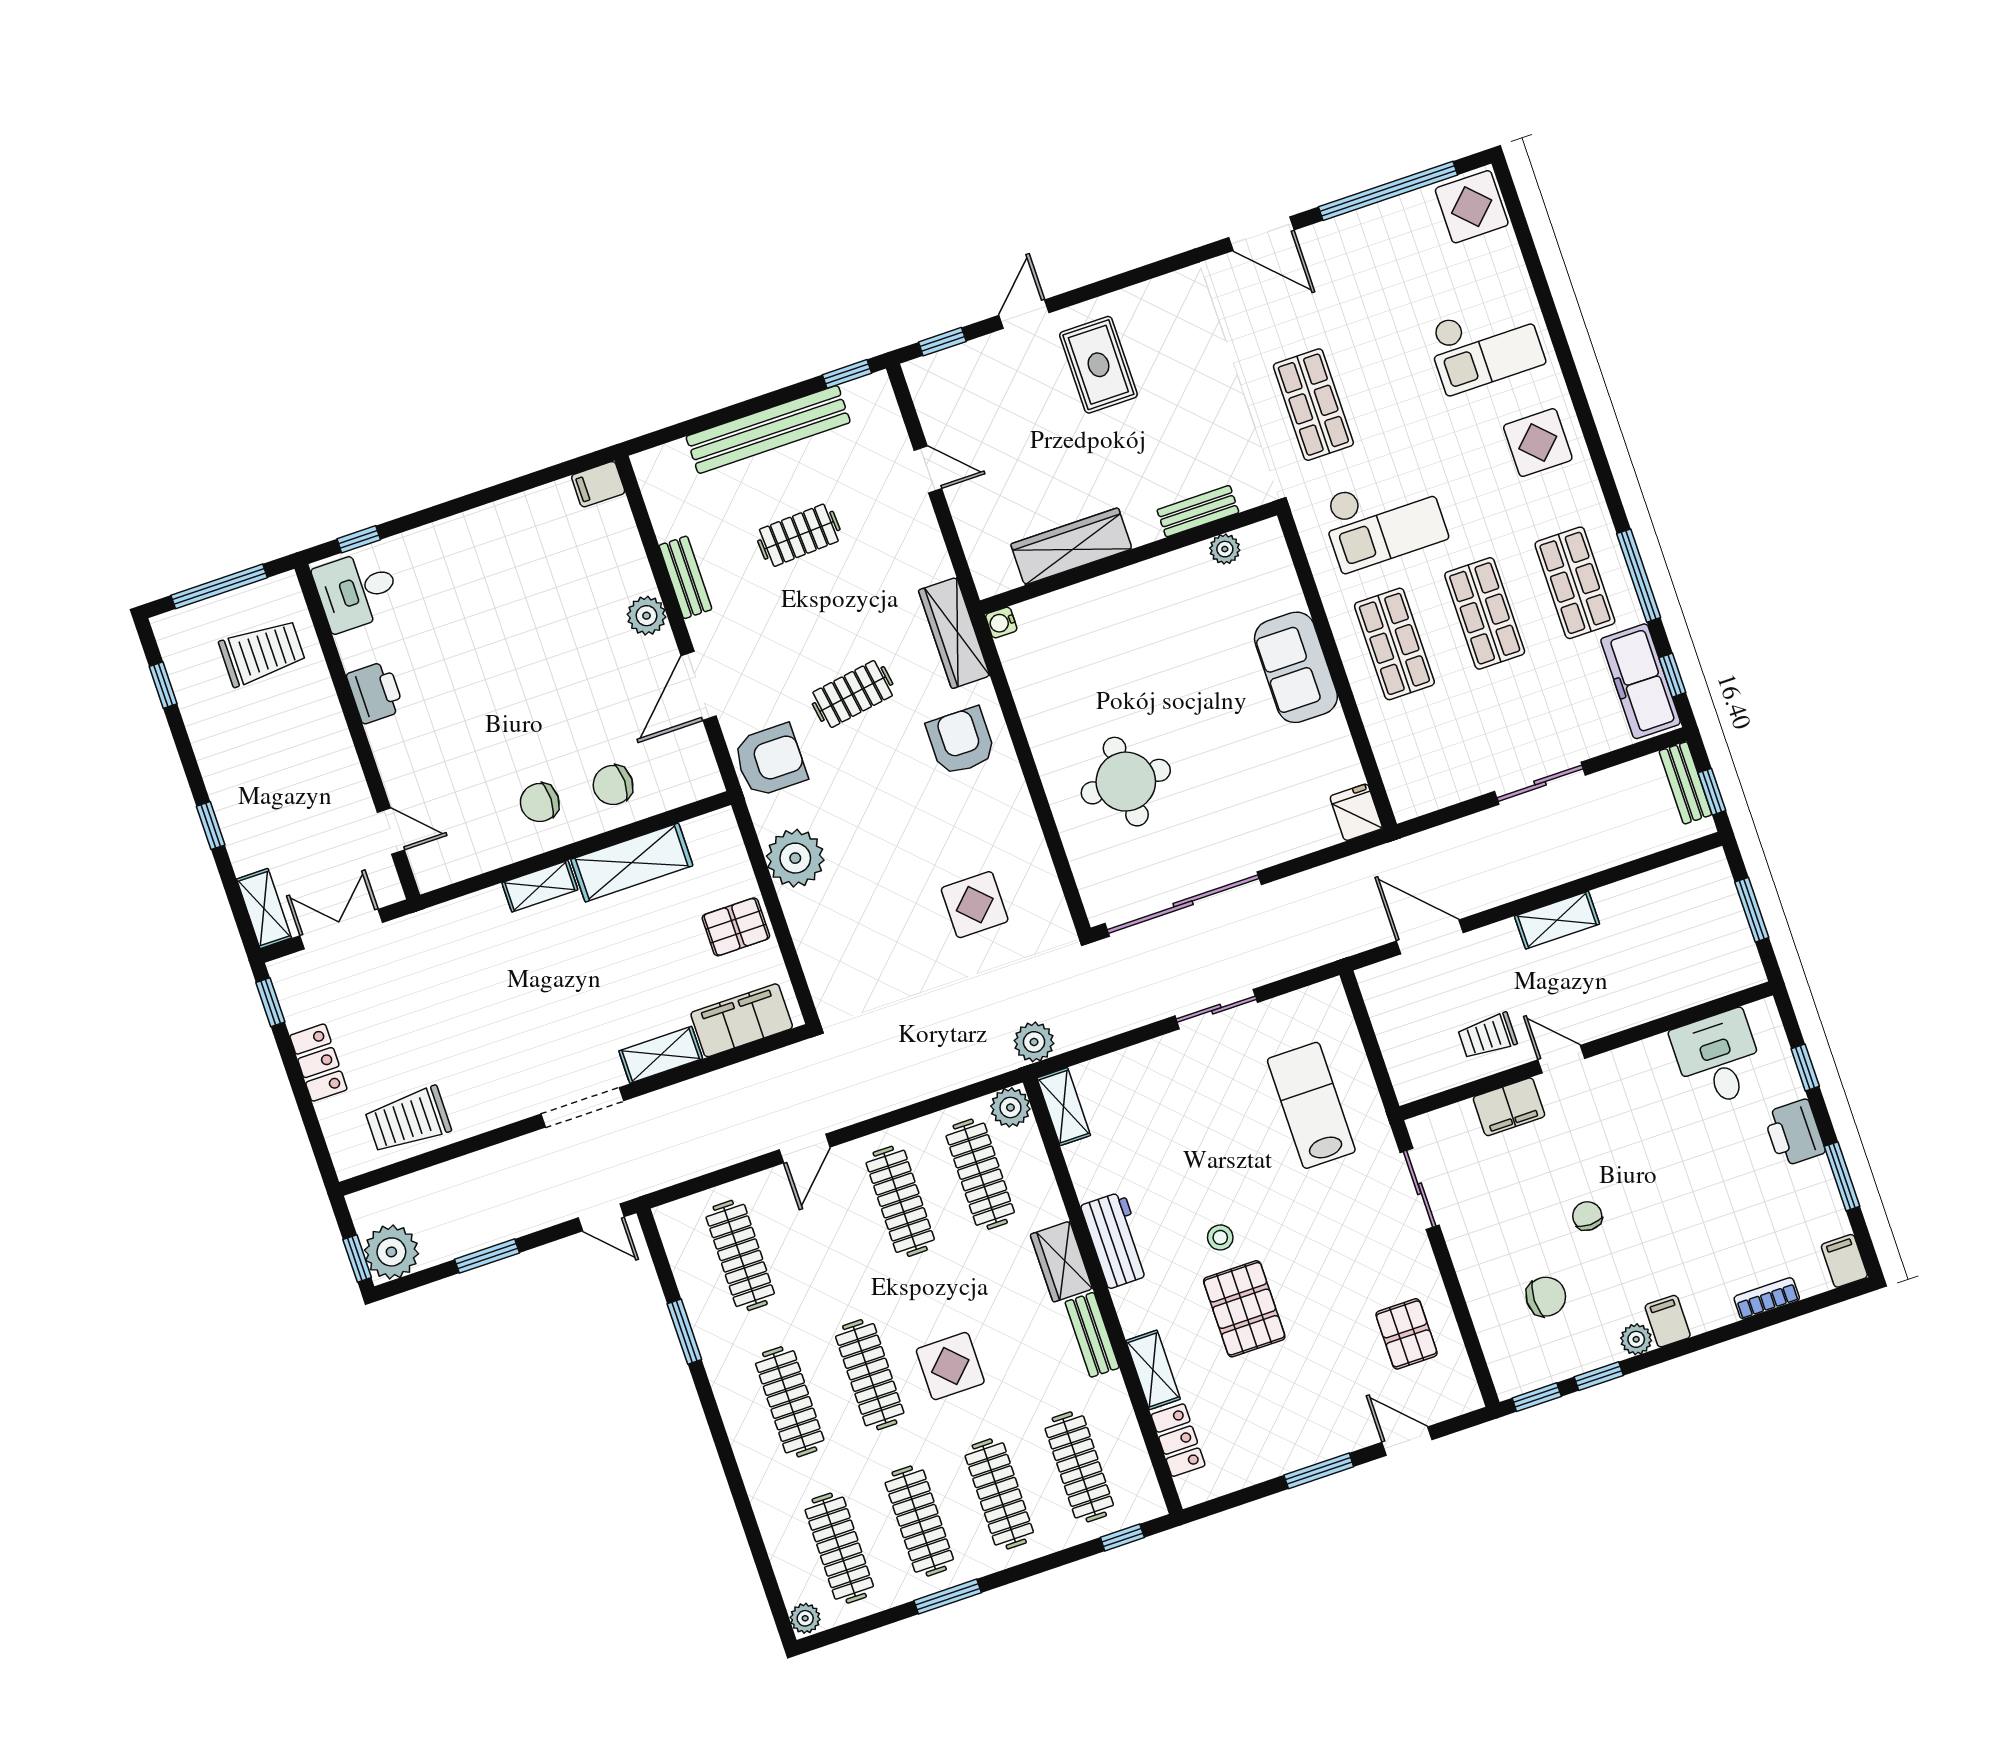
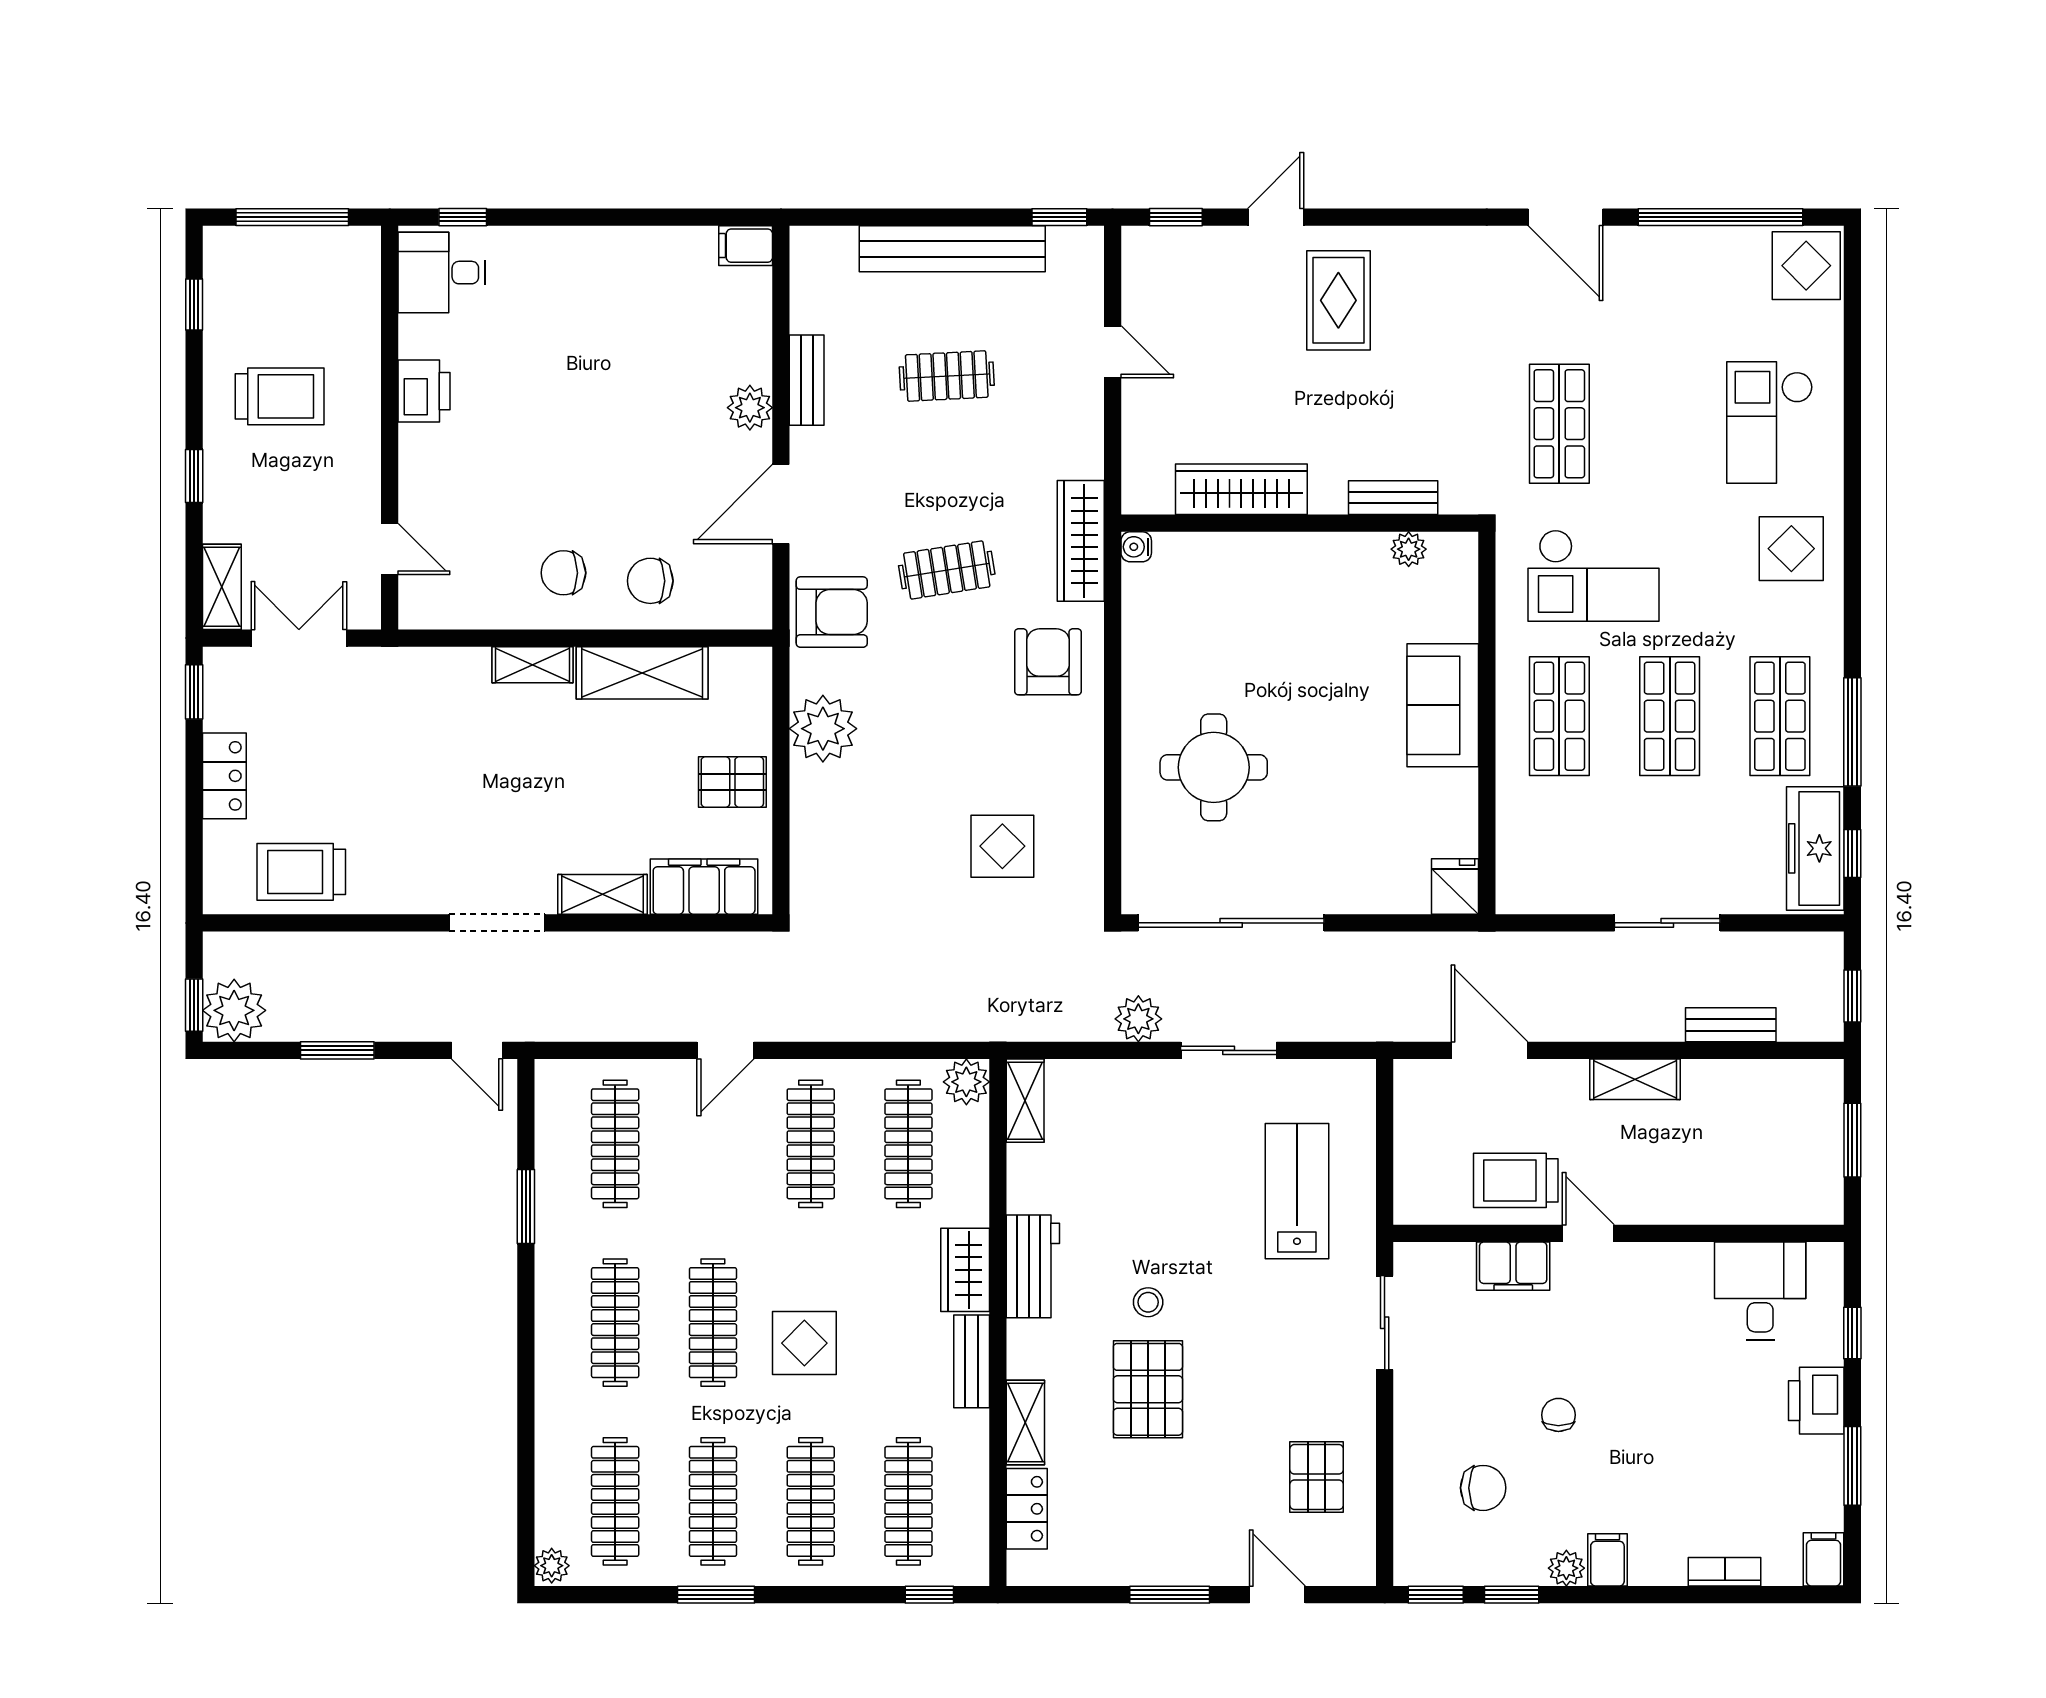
checkout: (1485, 345) -> (1770, 422), turned 90
trolley: (262, 653) -> (280, 396), moved
bench: (1685, 783) -> (1731, 1025), moved, turned 90
trolley: (1487, 1036) -> (1516, 1180), width x1.36, depth x1.39
plant: (1034, 1042) -> (1138, 1019), moved

